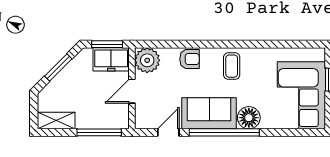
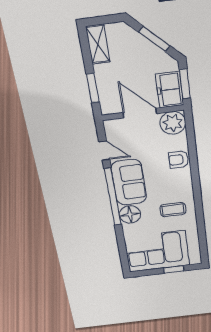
armchair: (189, 59) -> (179, 160), turned 90
coffee table: (232, 66) -> (173, 210), moved
door: (132, 91) -> (140, 113), width x1.38
window: (99, 132) -> (93, 88), width x0.69

